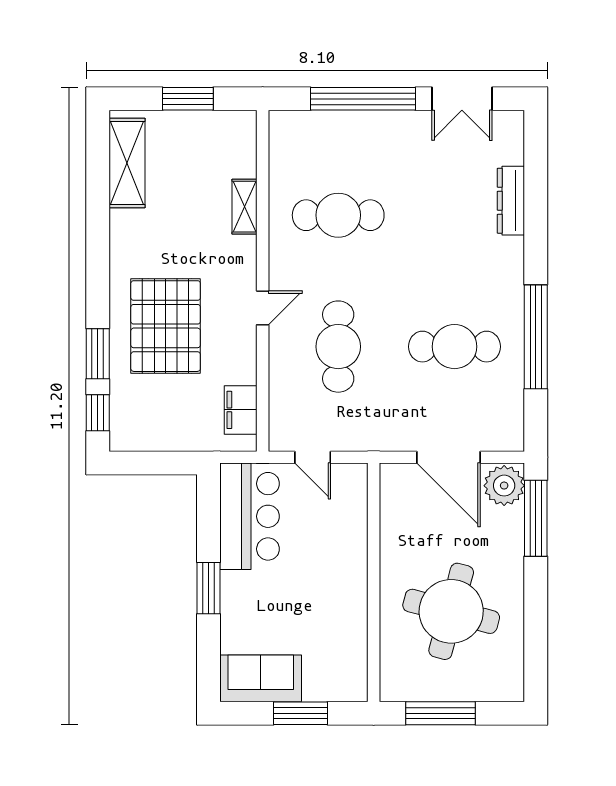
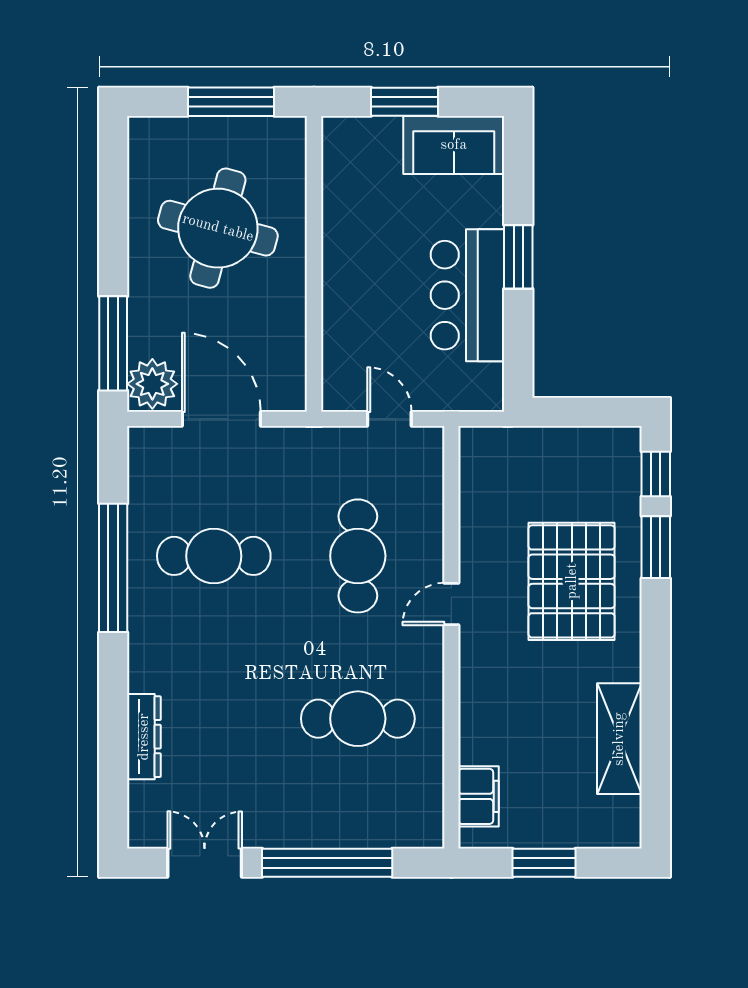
shelving: (127, 163) -> (619, 739), moved
shelving: (245, 207) -> (474, 729), removed
filing cabinet: (241, 410) -> (479, 796), moved
bar counter: (250, 516) -> (468, 295), moved

